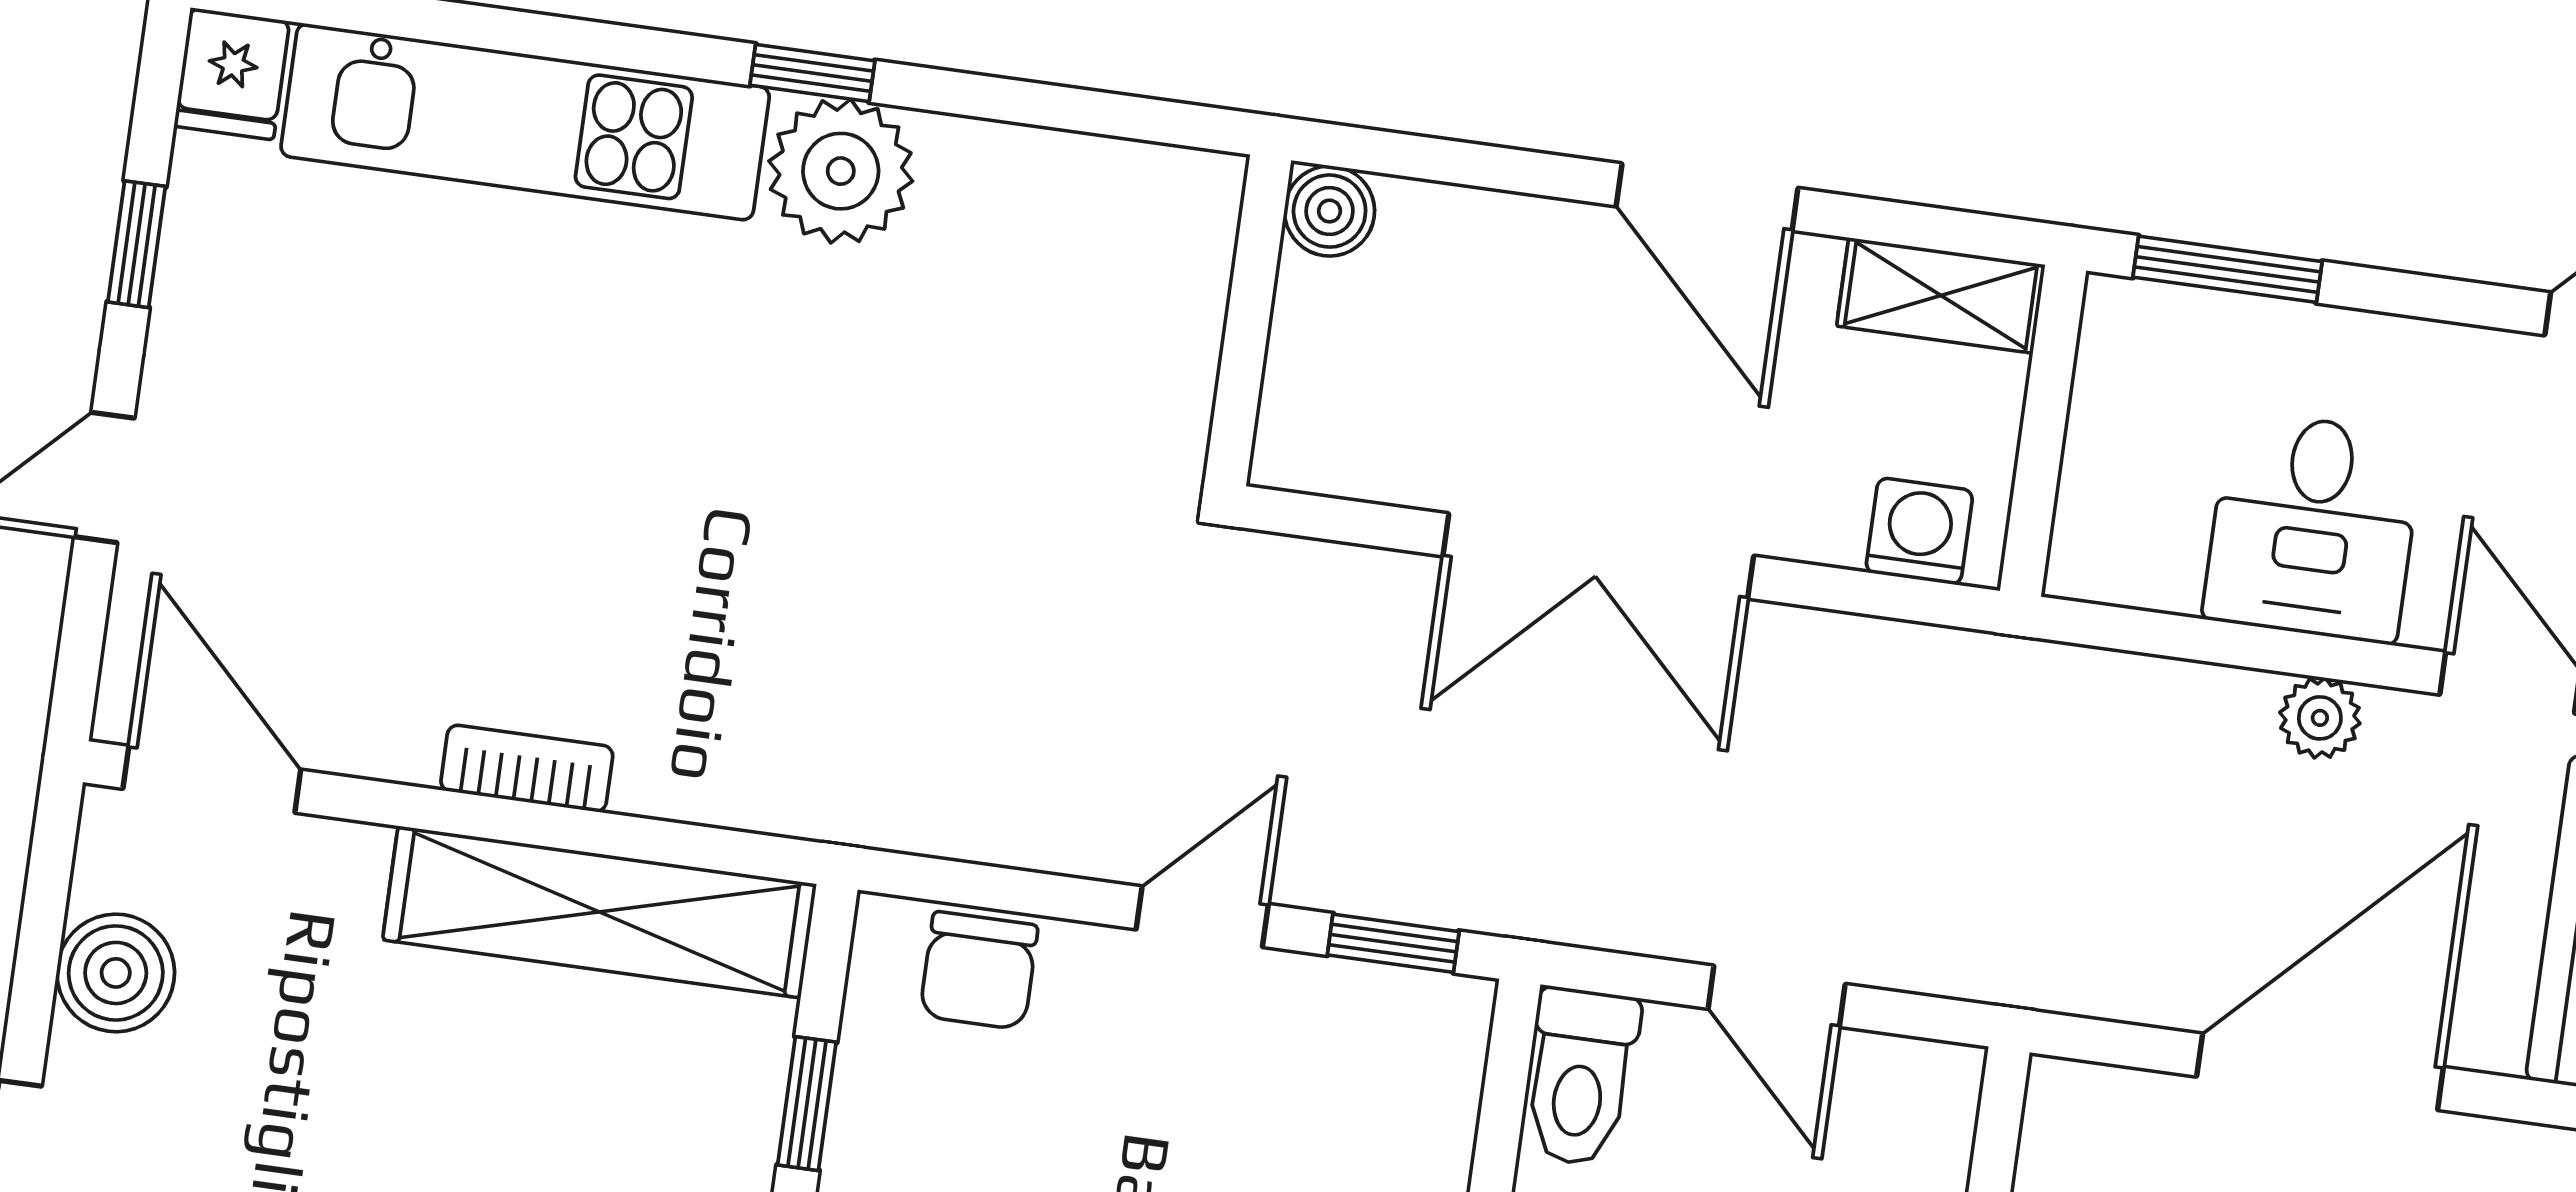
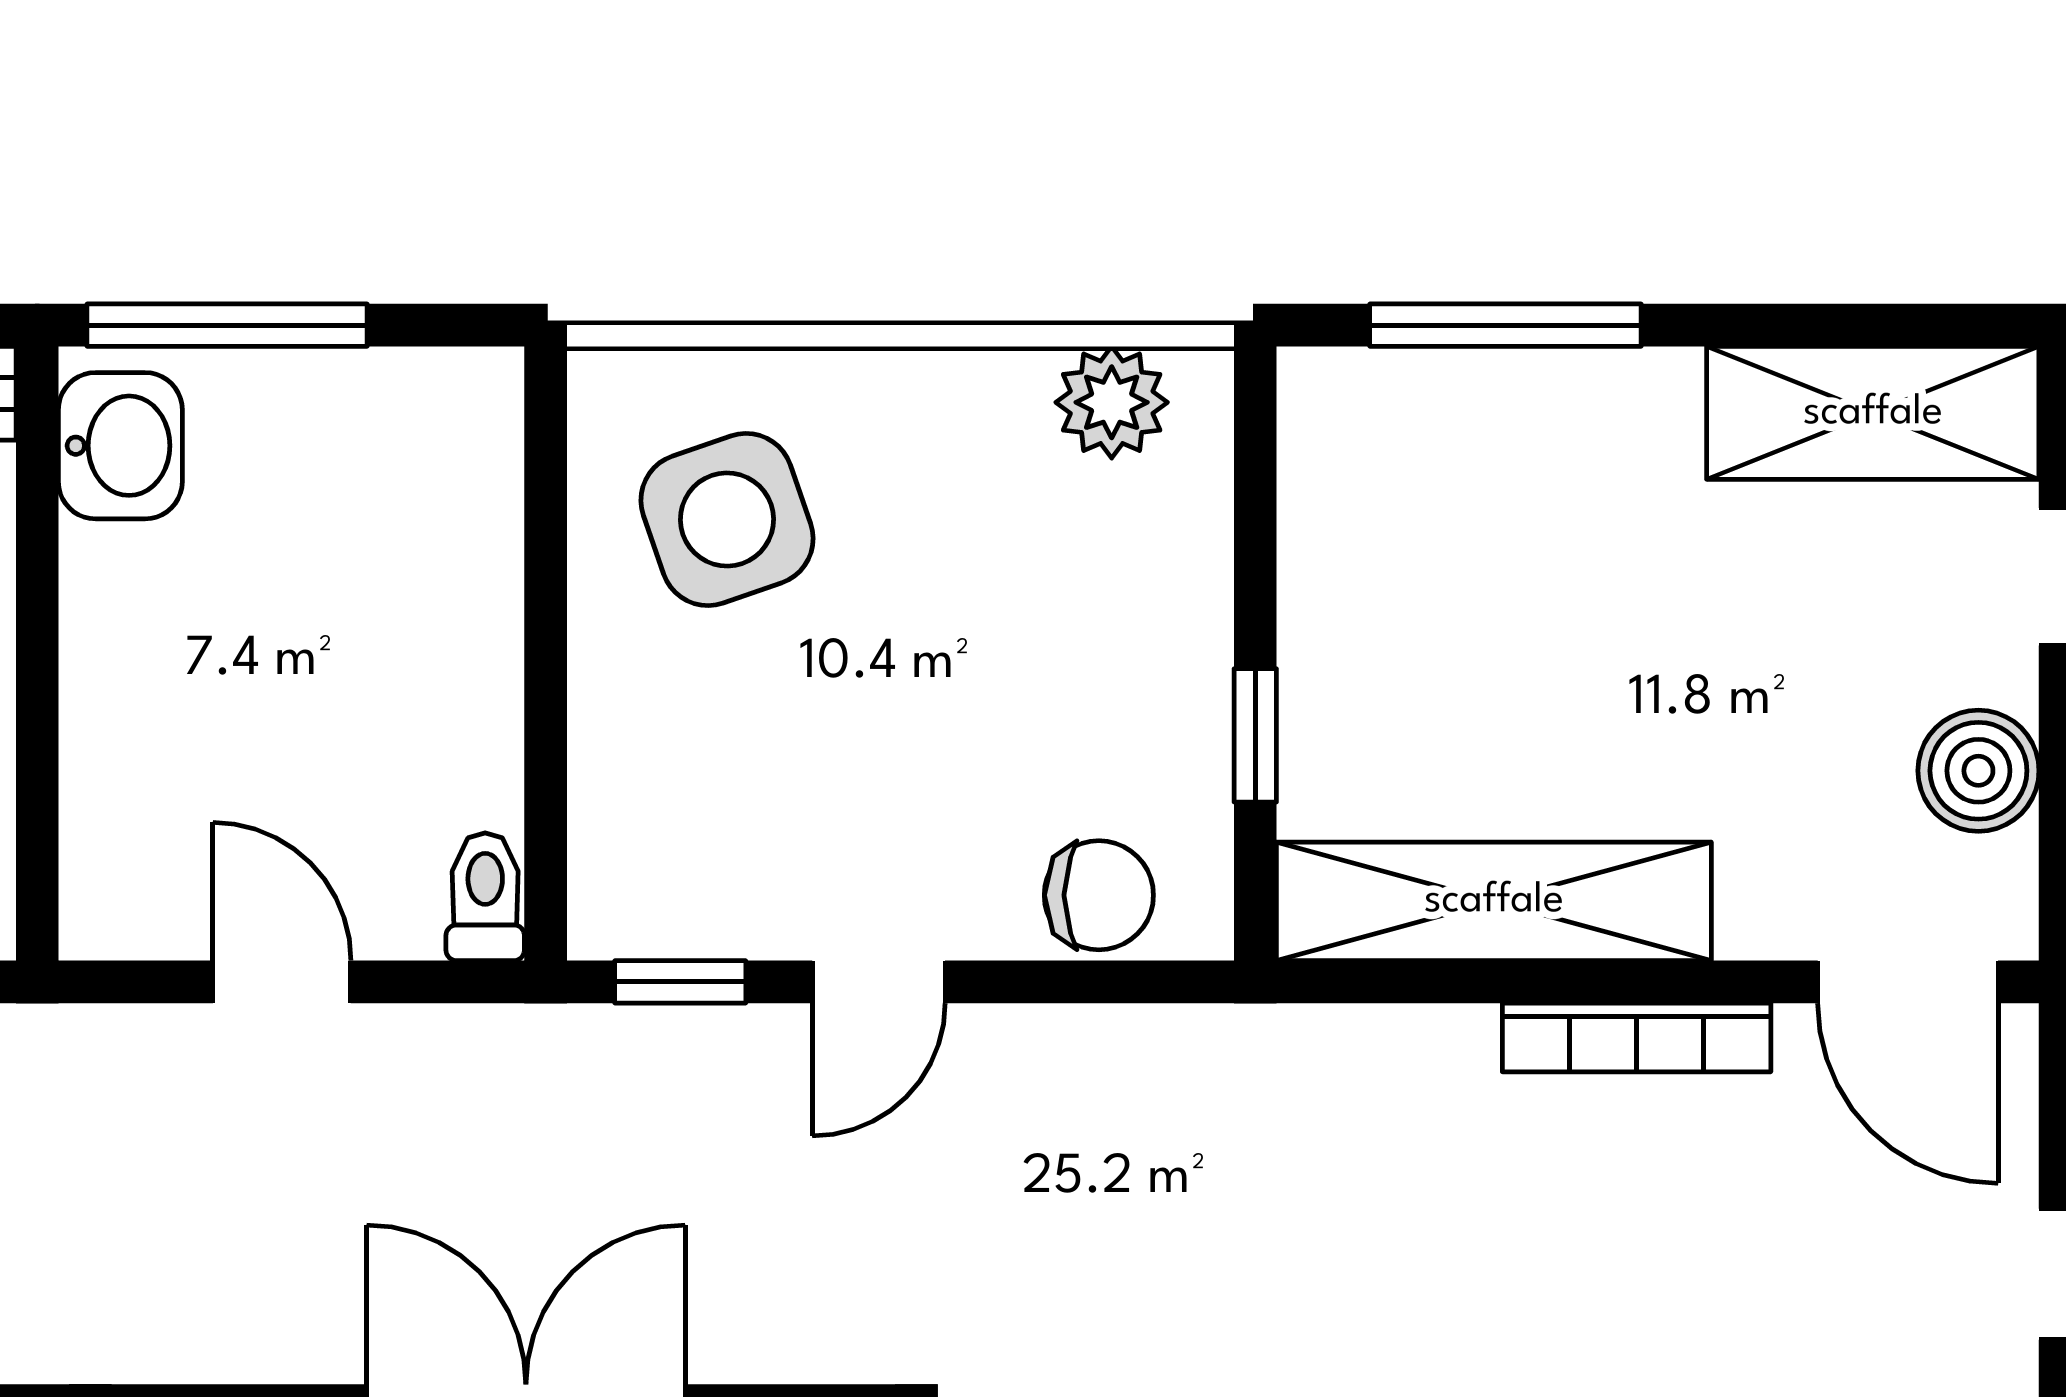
bookcase: (527, 768) -> (1637, 1037), width x1.56
chair: (979, 971) -> (1099, 895), turned 90
toilet: (1580, 1077) -> (485, 897), width x0.73, depth x0.72

